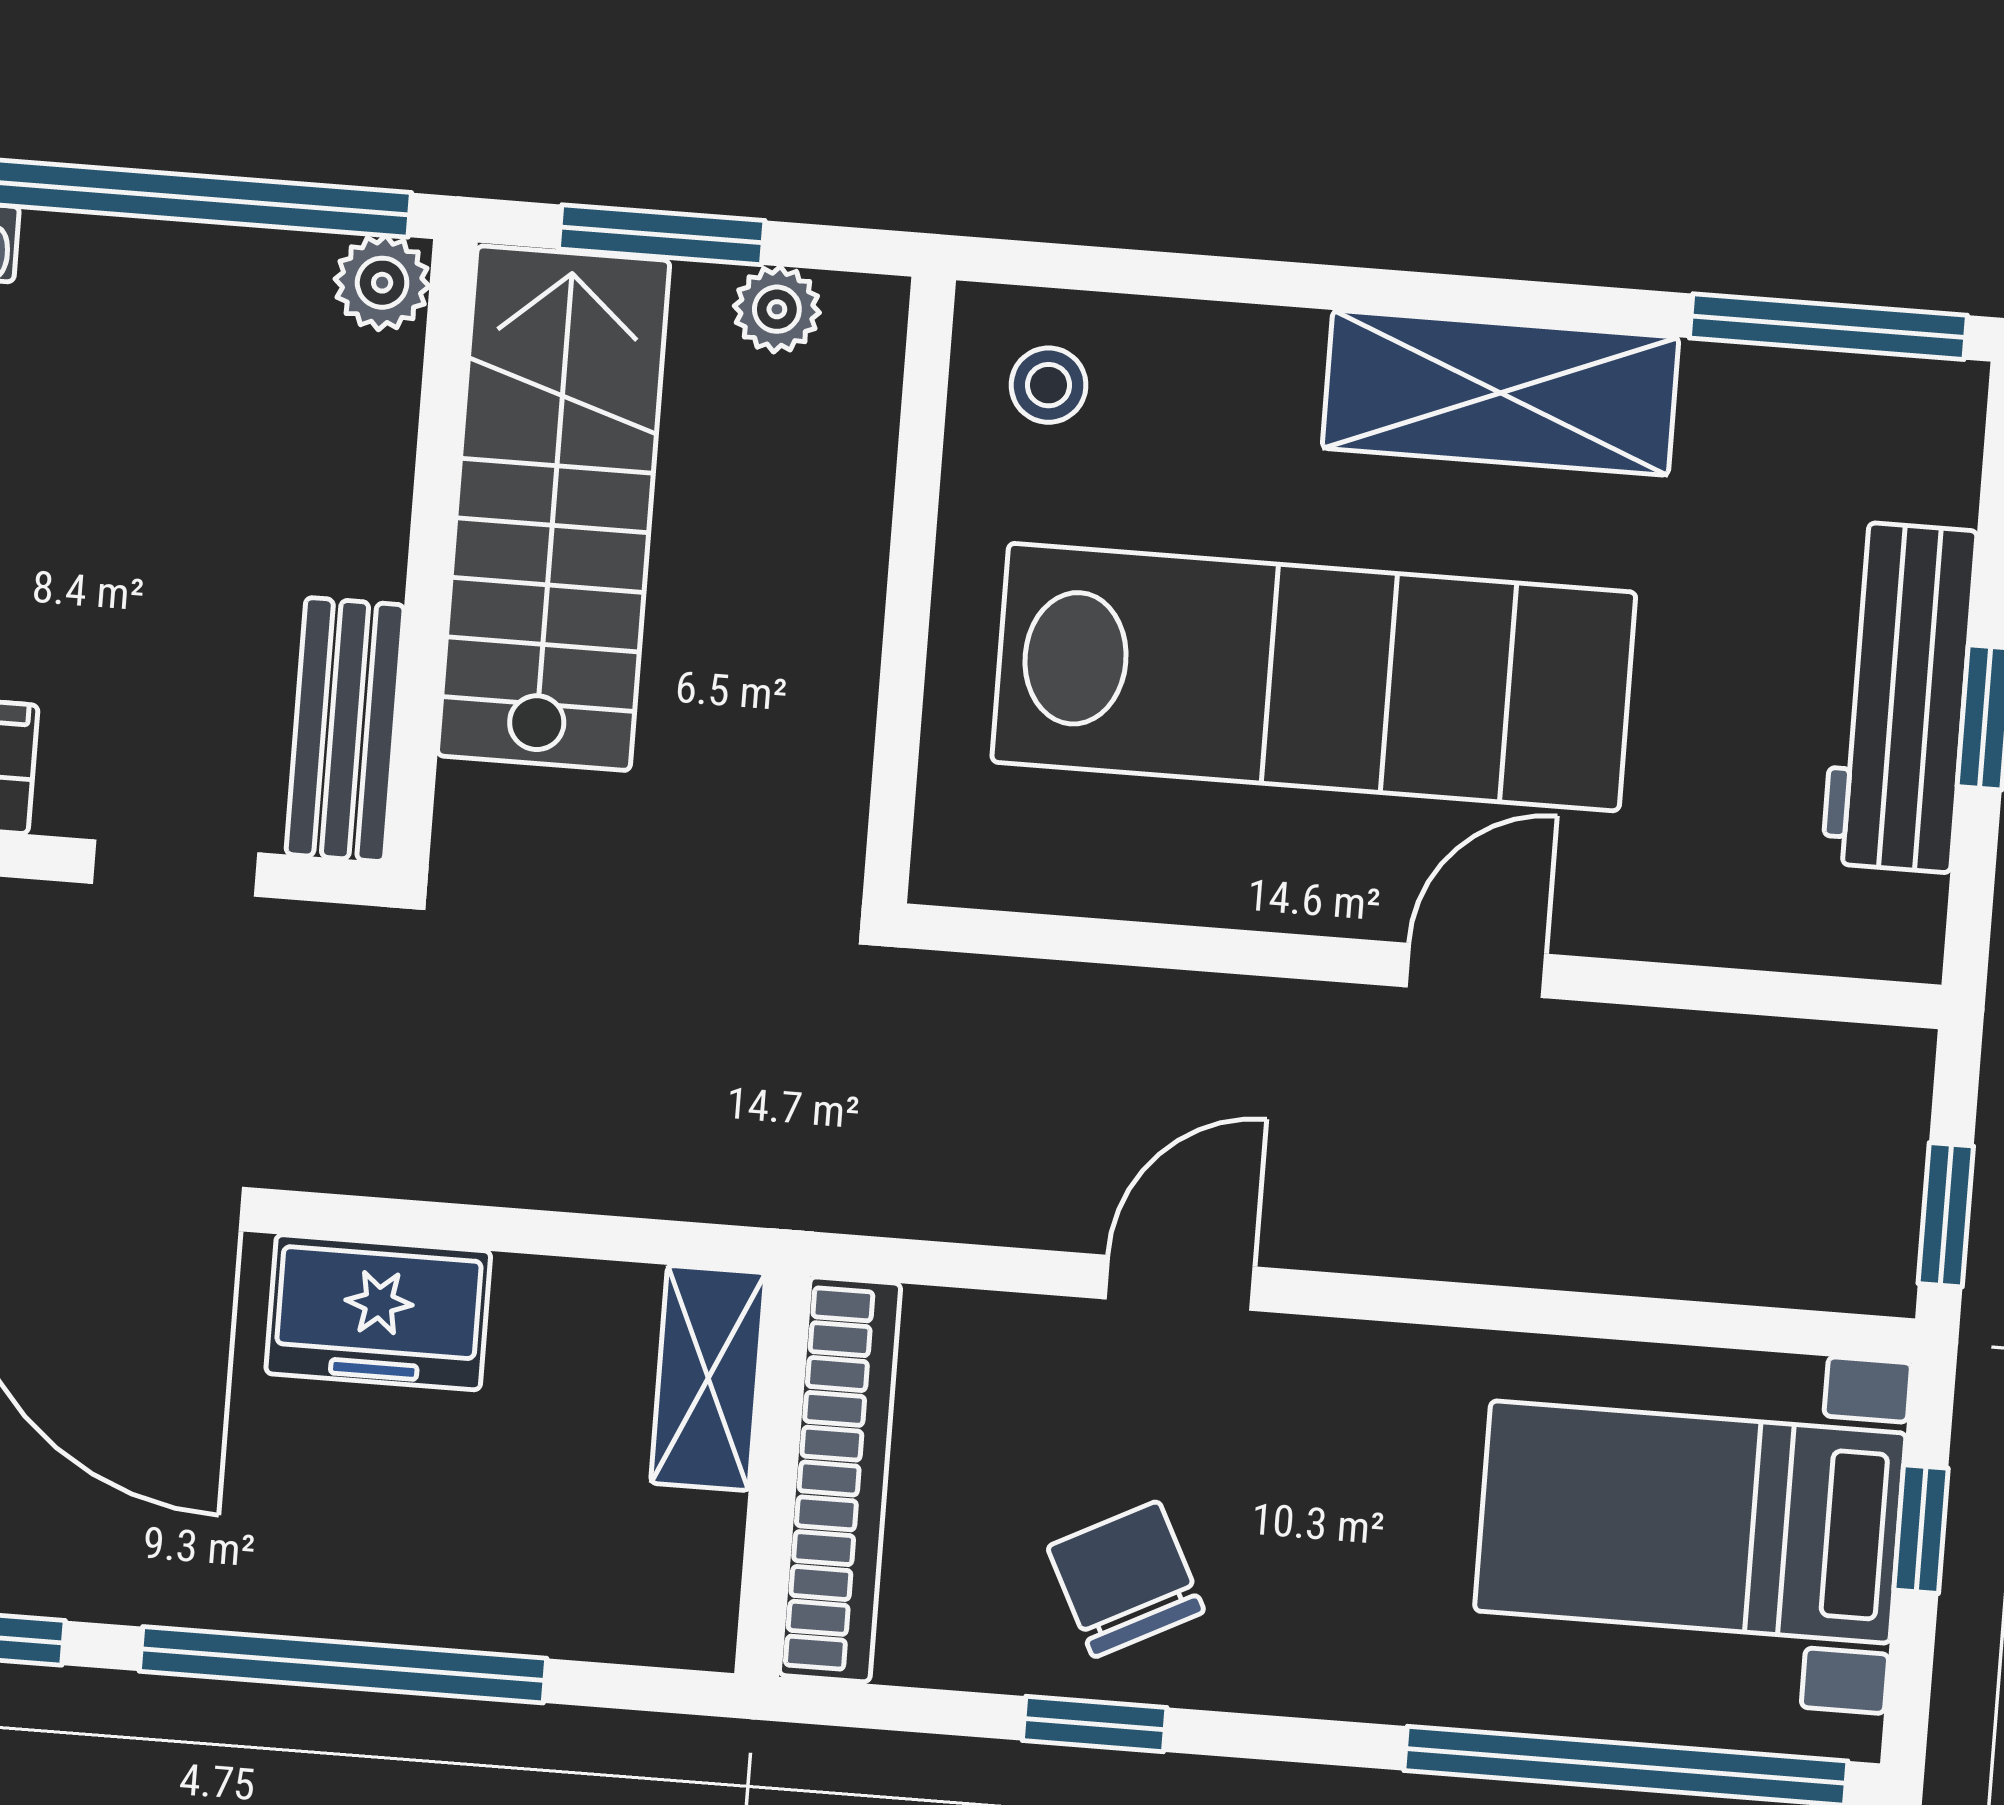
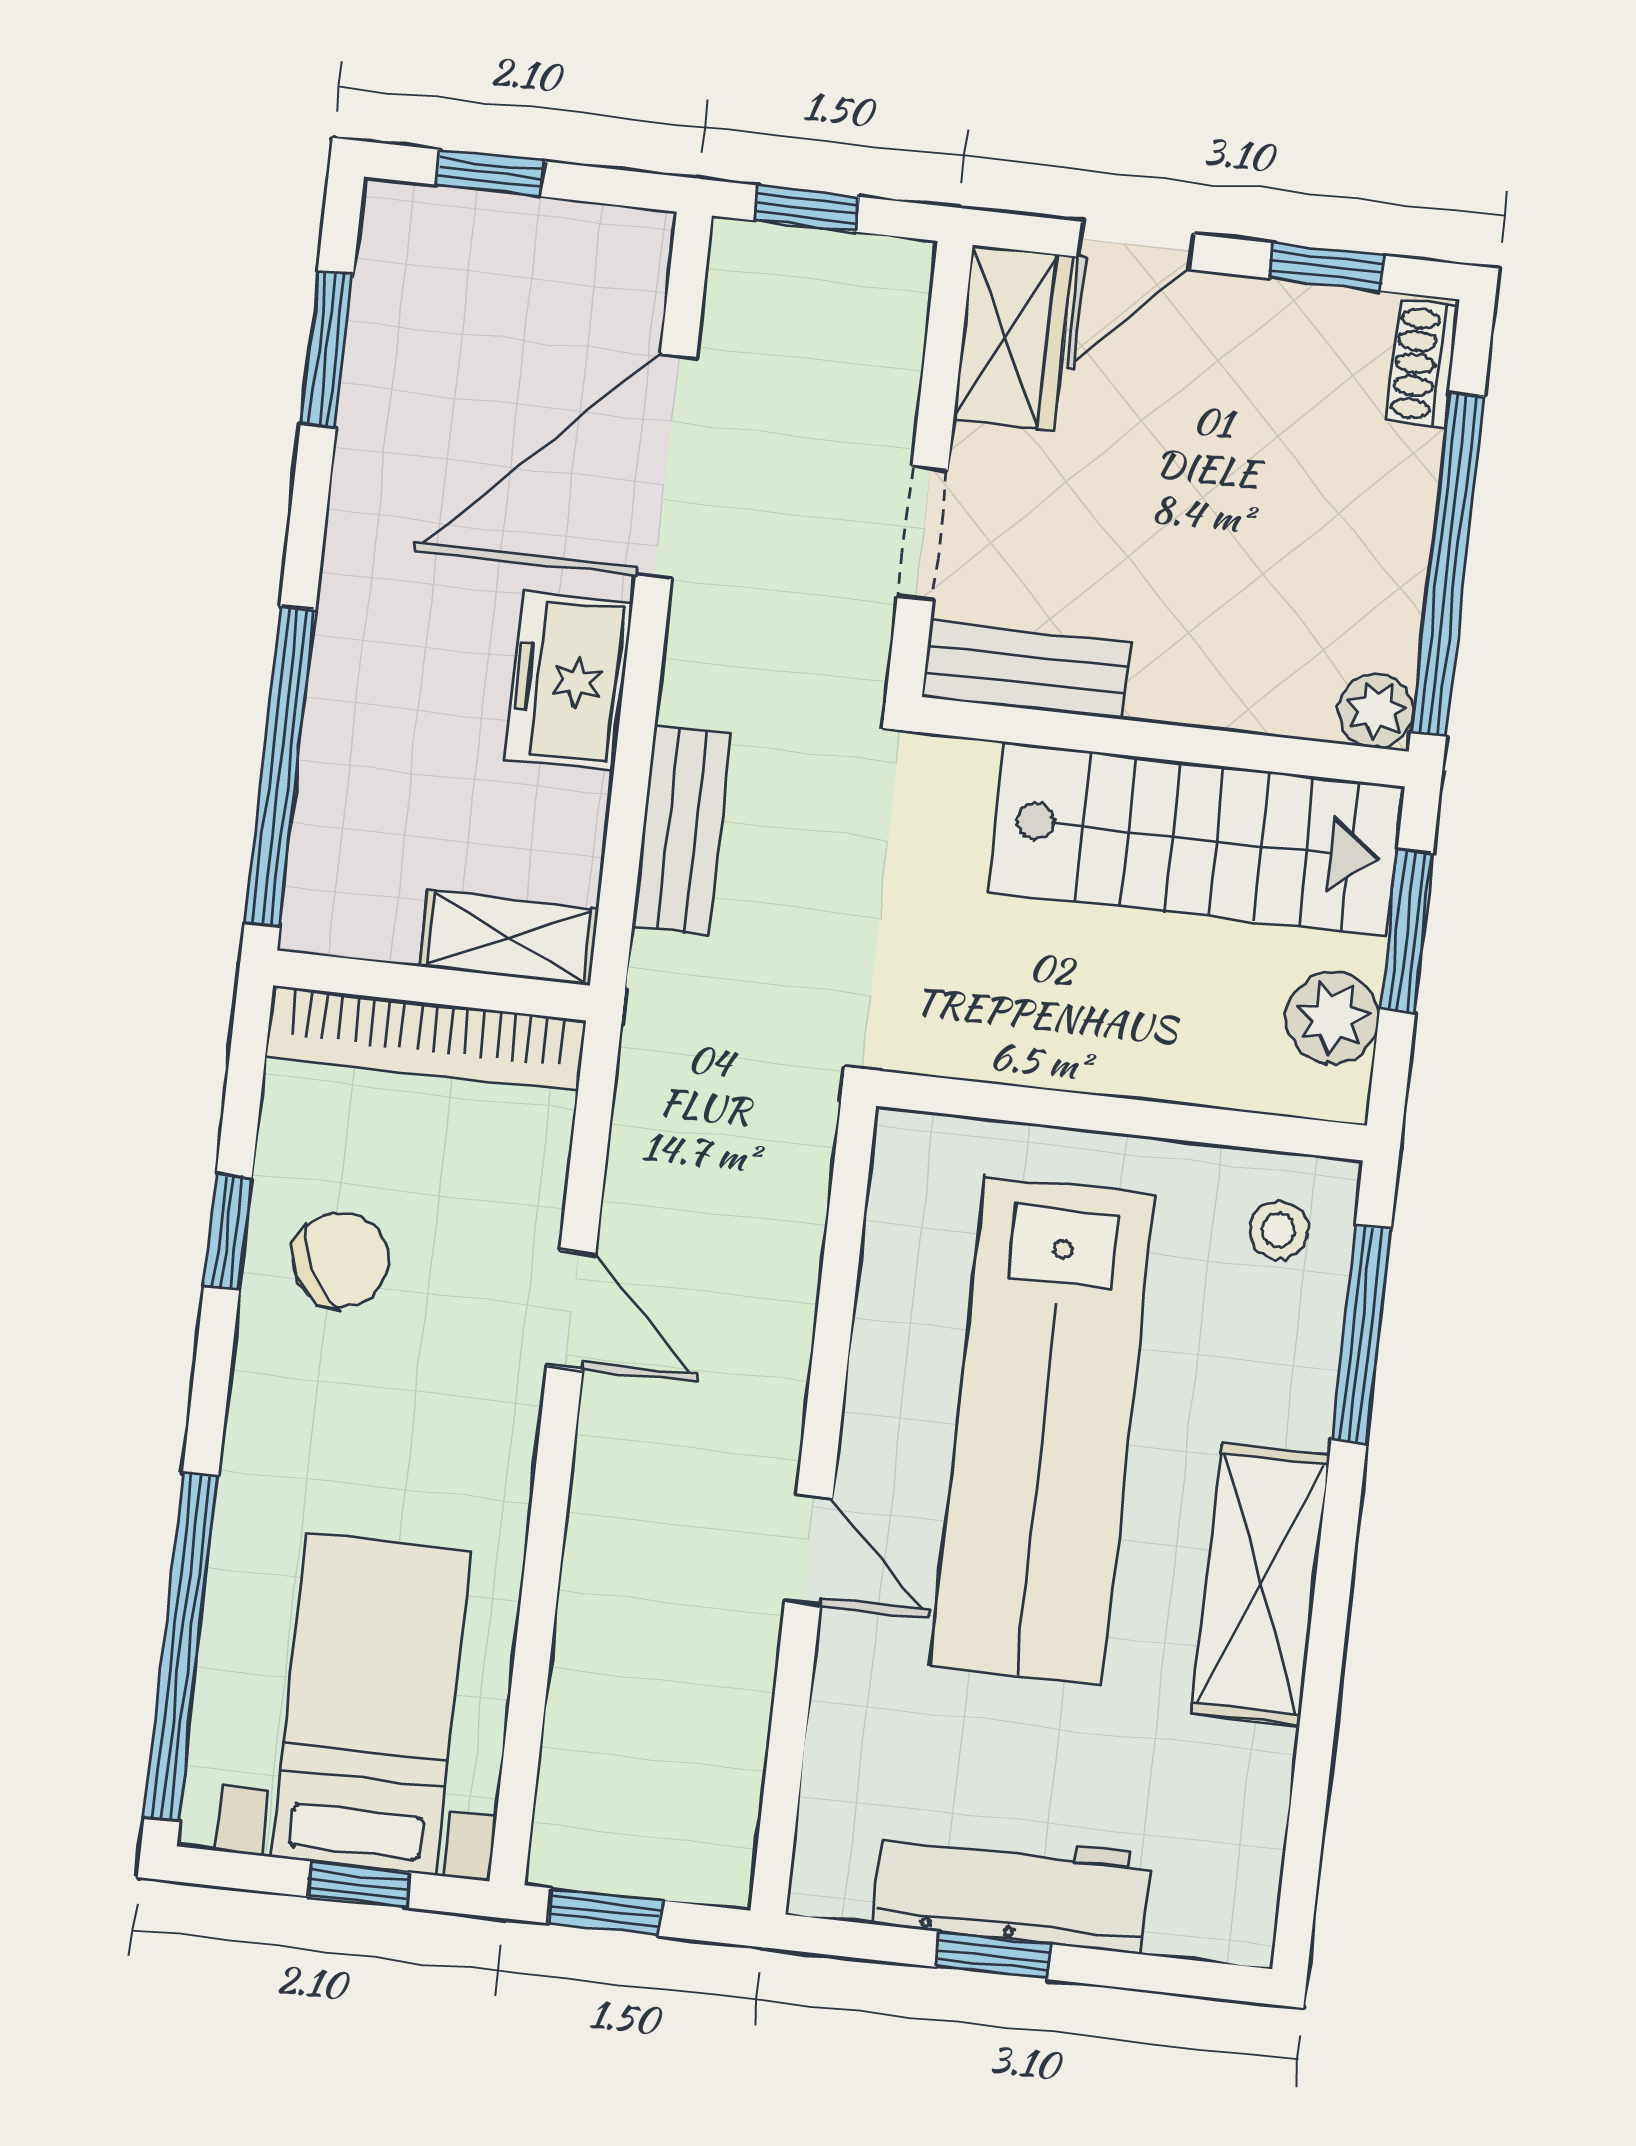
plant: (777, 309) -> (1332, 1018), width x1.38, depth x1.38
window: (1828, 327) -> (1361, 1334), moved
bench: (565, 1163) -> (682, 831), added
window: (343, 1665) -> (280, 766), moved

